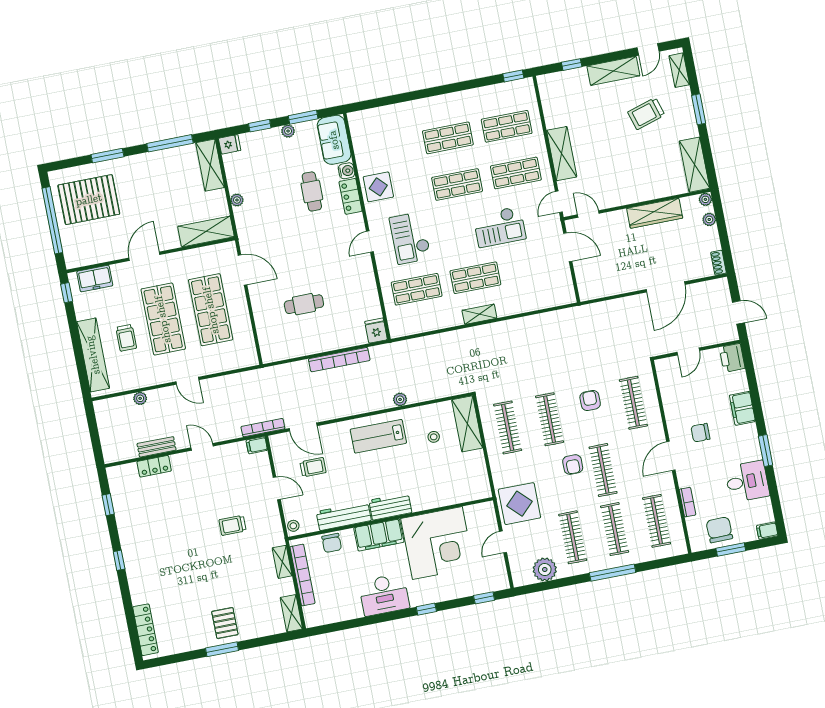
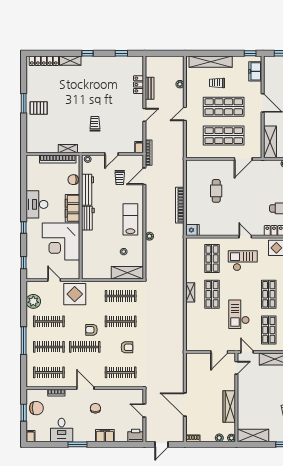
shelving: (291, 613) -> (70, 61), moved

